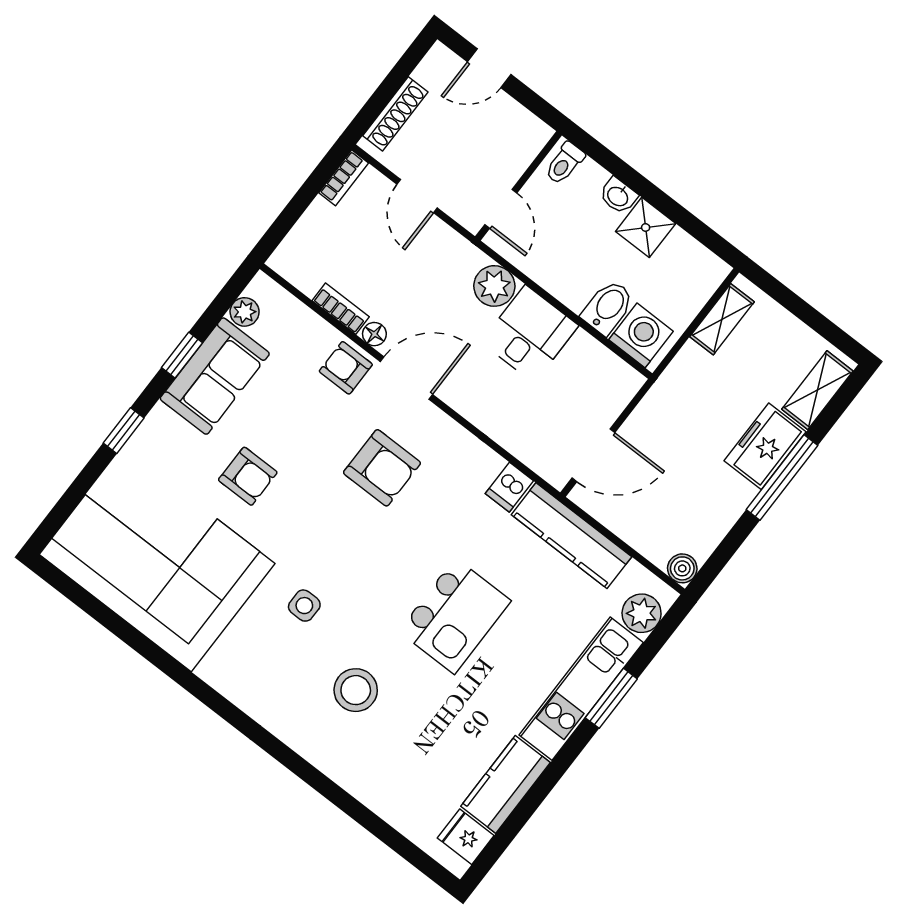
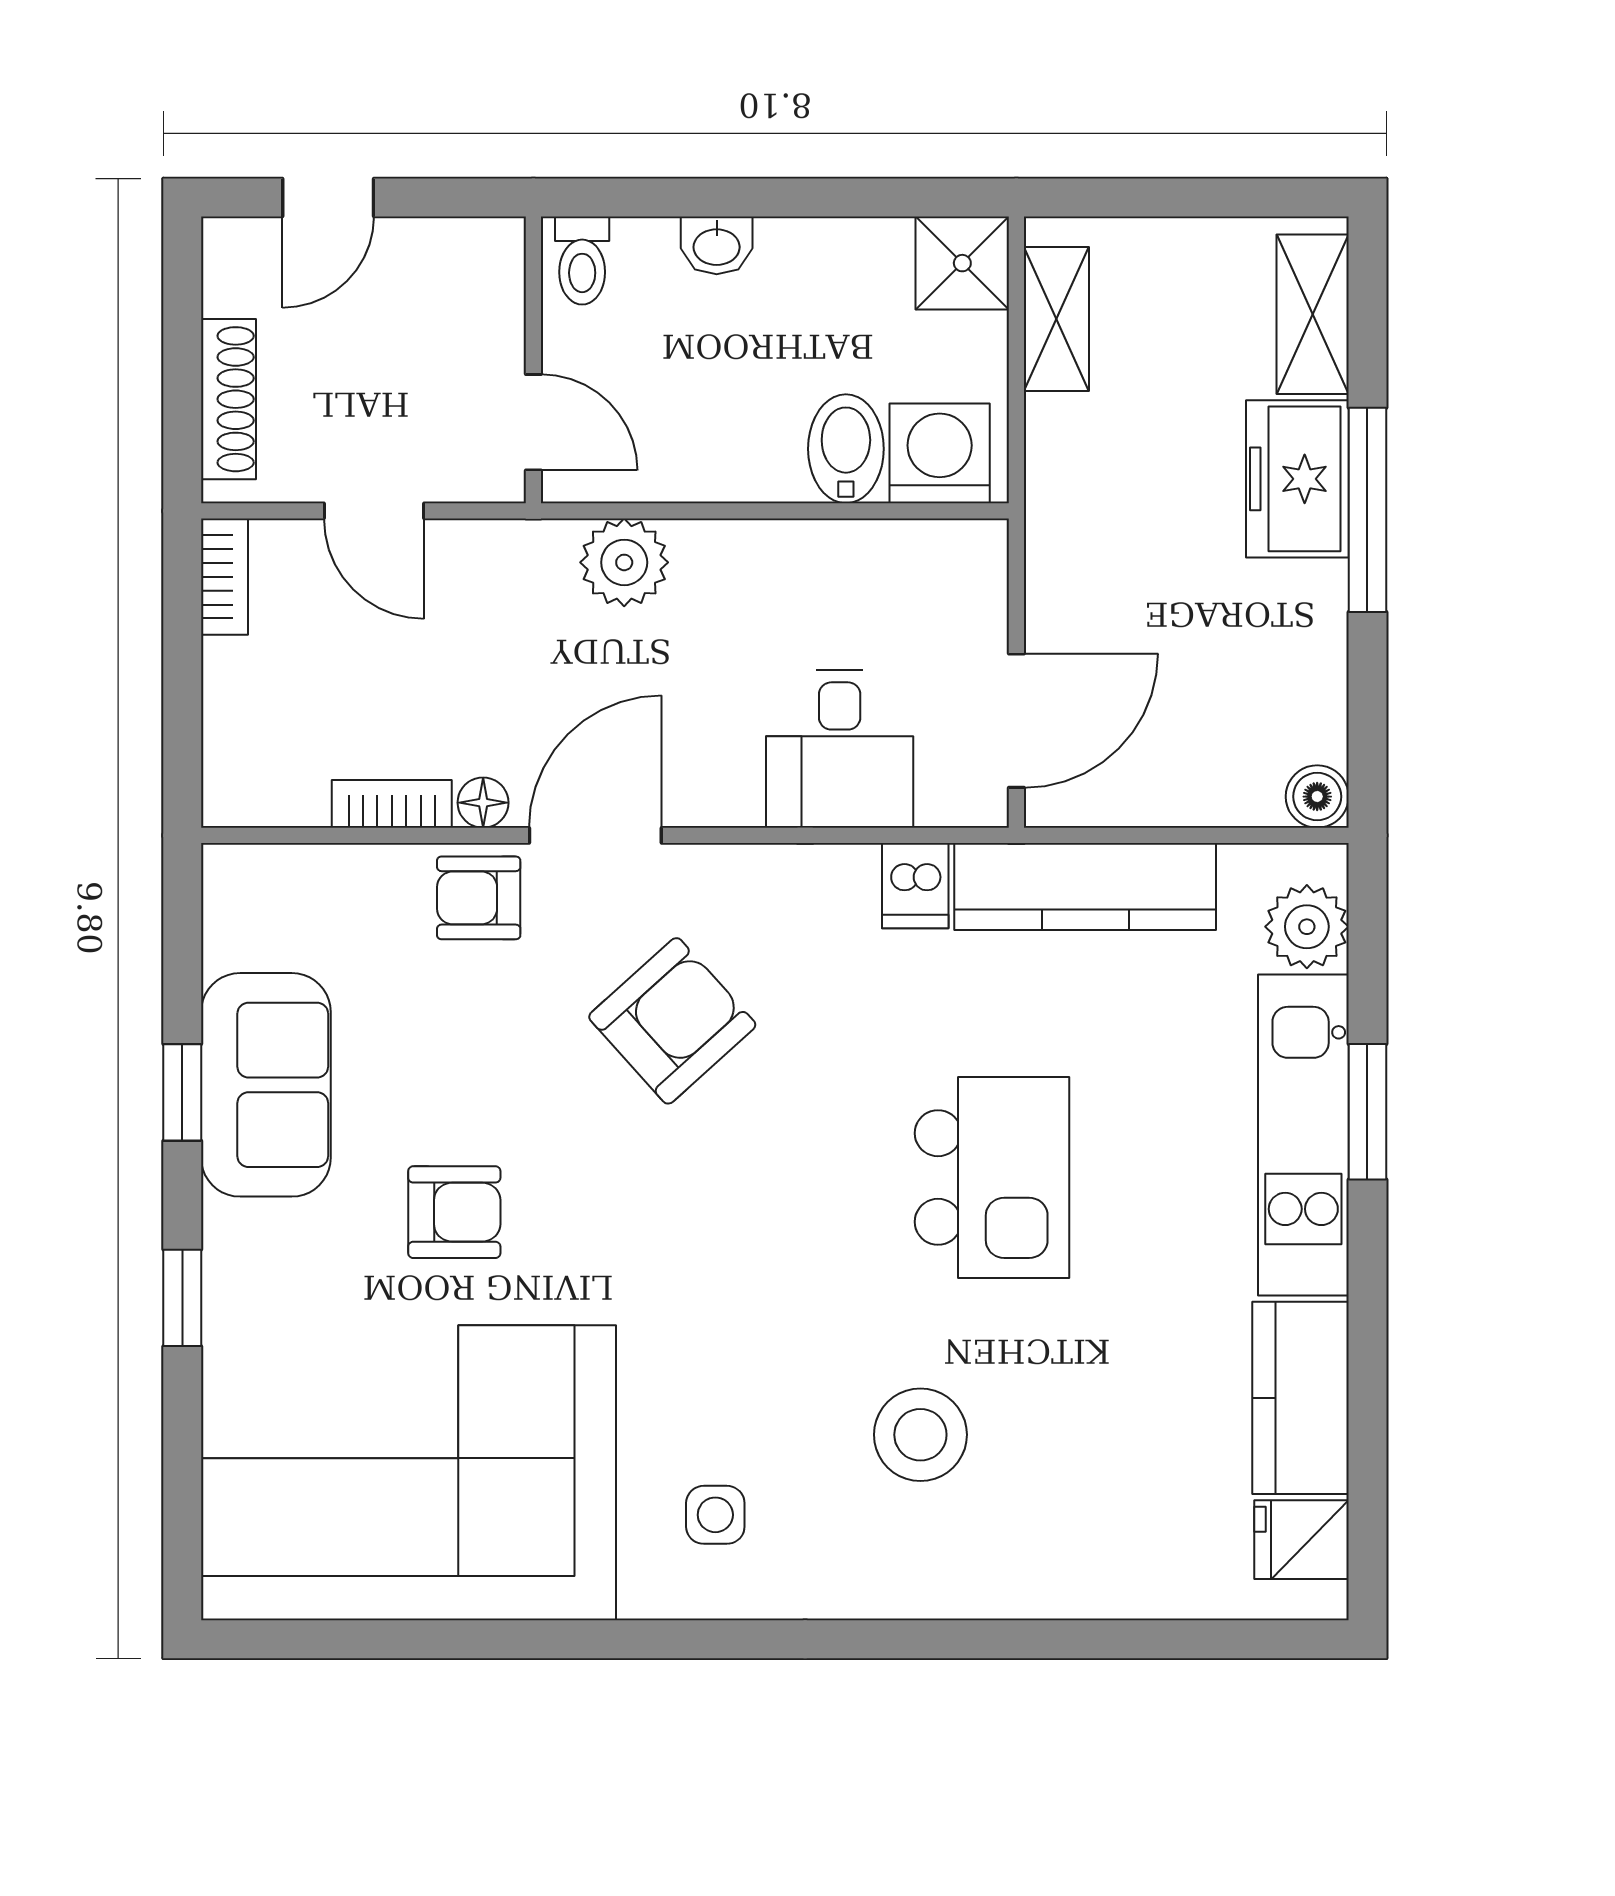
shower: (646, 227) -> (962, 263), moved
plant: (245, 312) -> (232, 936), removed
desk: (530, 334) -> (840, 749), moved, turned 180
armchair: (382, 468) -> (672, 1021), turned -42
side table: (304, 606) -> (715, 1515), moved

